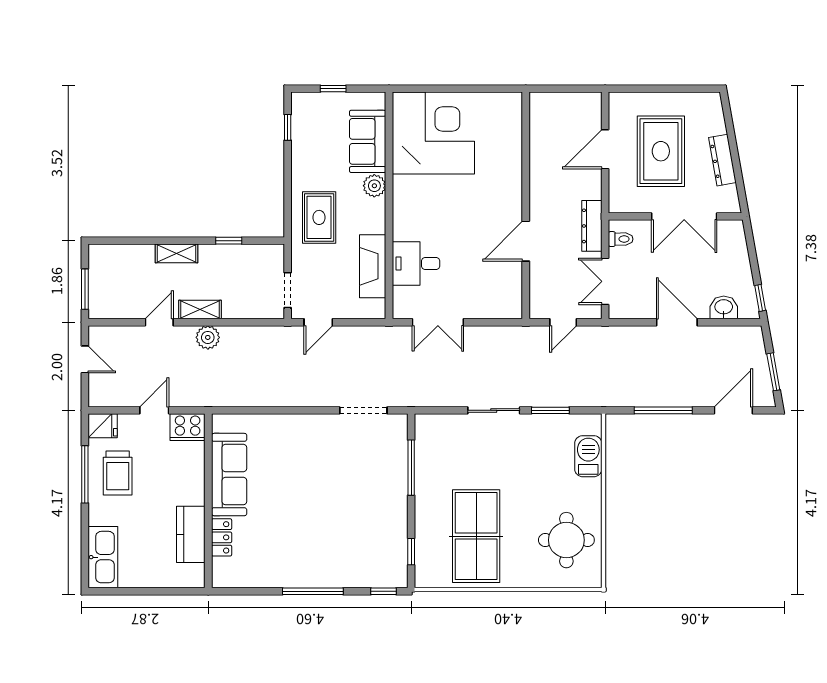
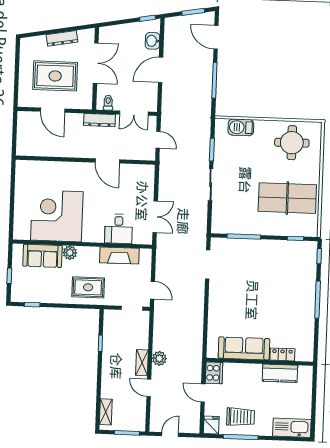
corner desk: (433, 133) -> (57, 216), moved
shelving: (176, 253) -> (106, 412), moved

